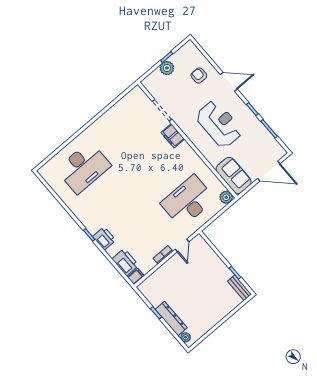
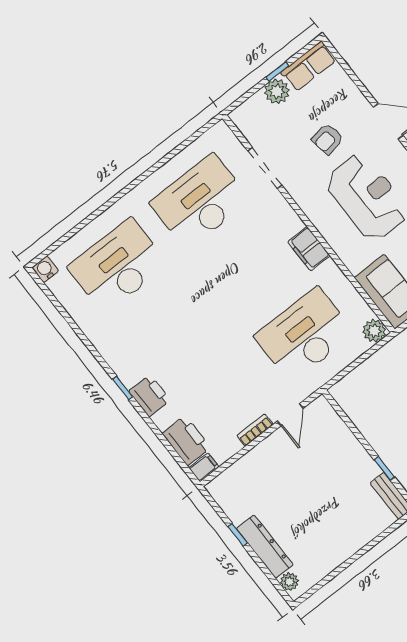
row of seats: (184, 53) -> (309, 66), added
armchair: (199, 76) -> (328, 139), moved, turned -99
desk: (127, 130) -> (200, 201), added
filing cabinet: (173, 136) -> (309, 249), moved
desk: (84, 168) -> (118, 266), turned 180
water cooler: (44, 171) -> (45, 269), added

